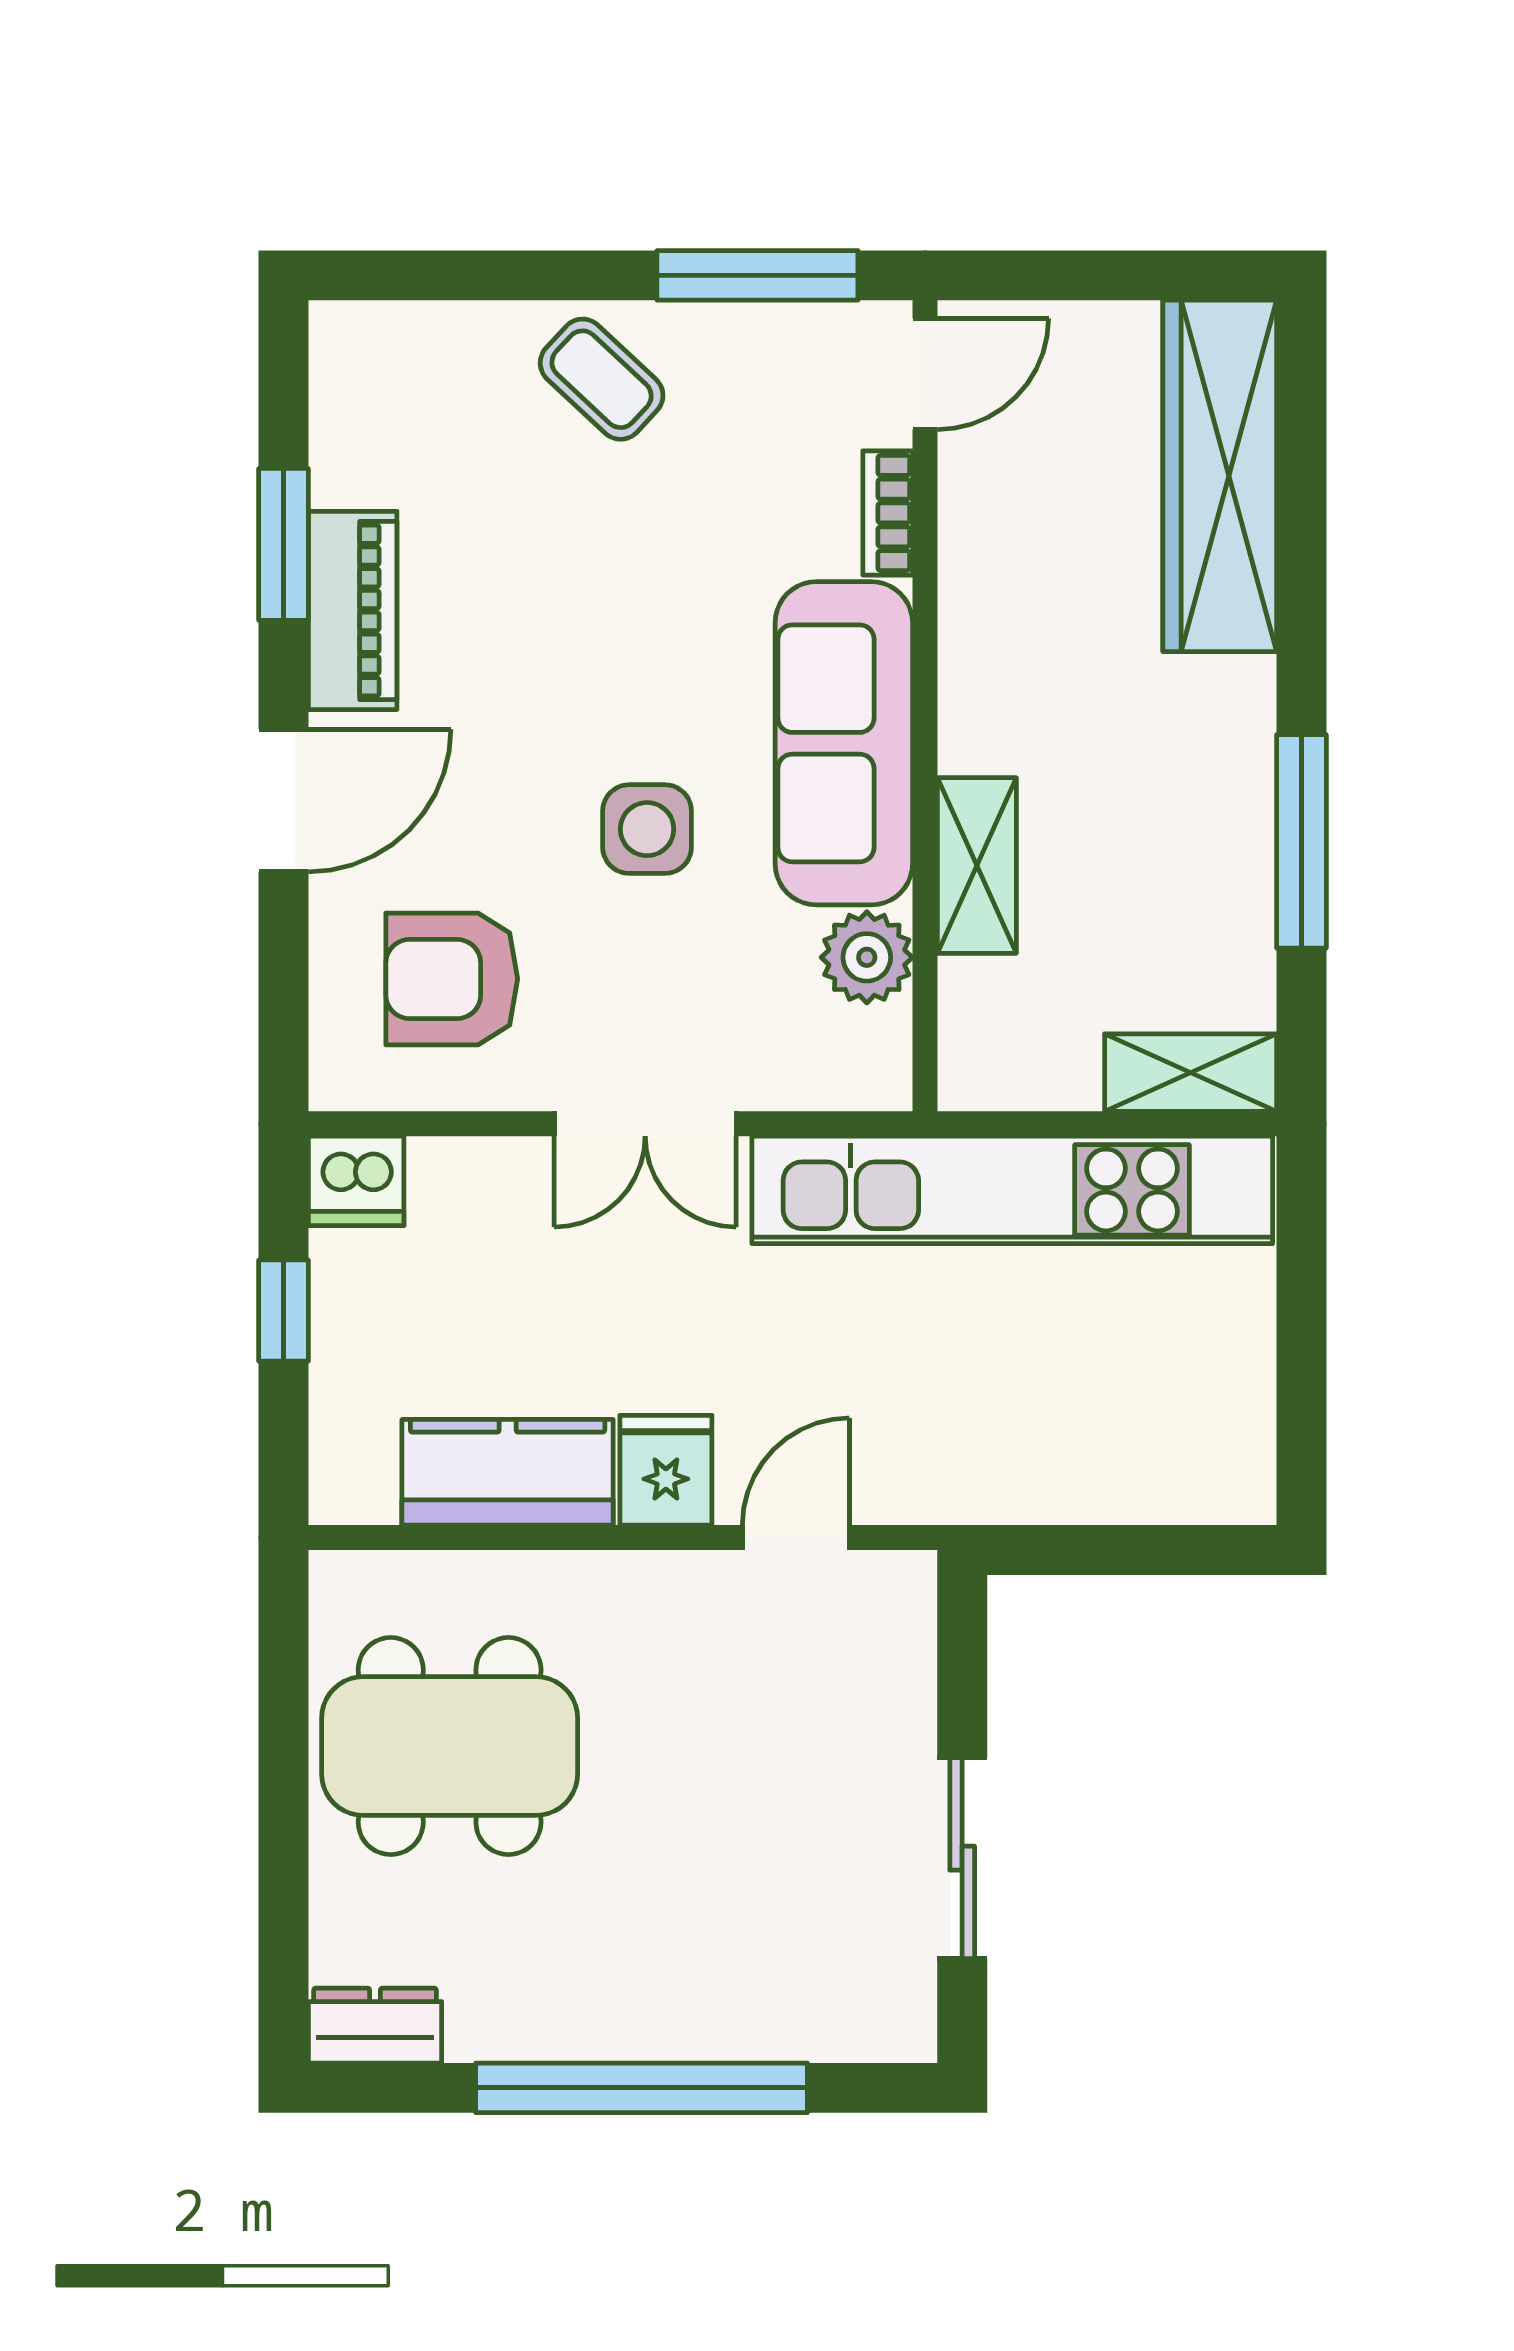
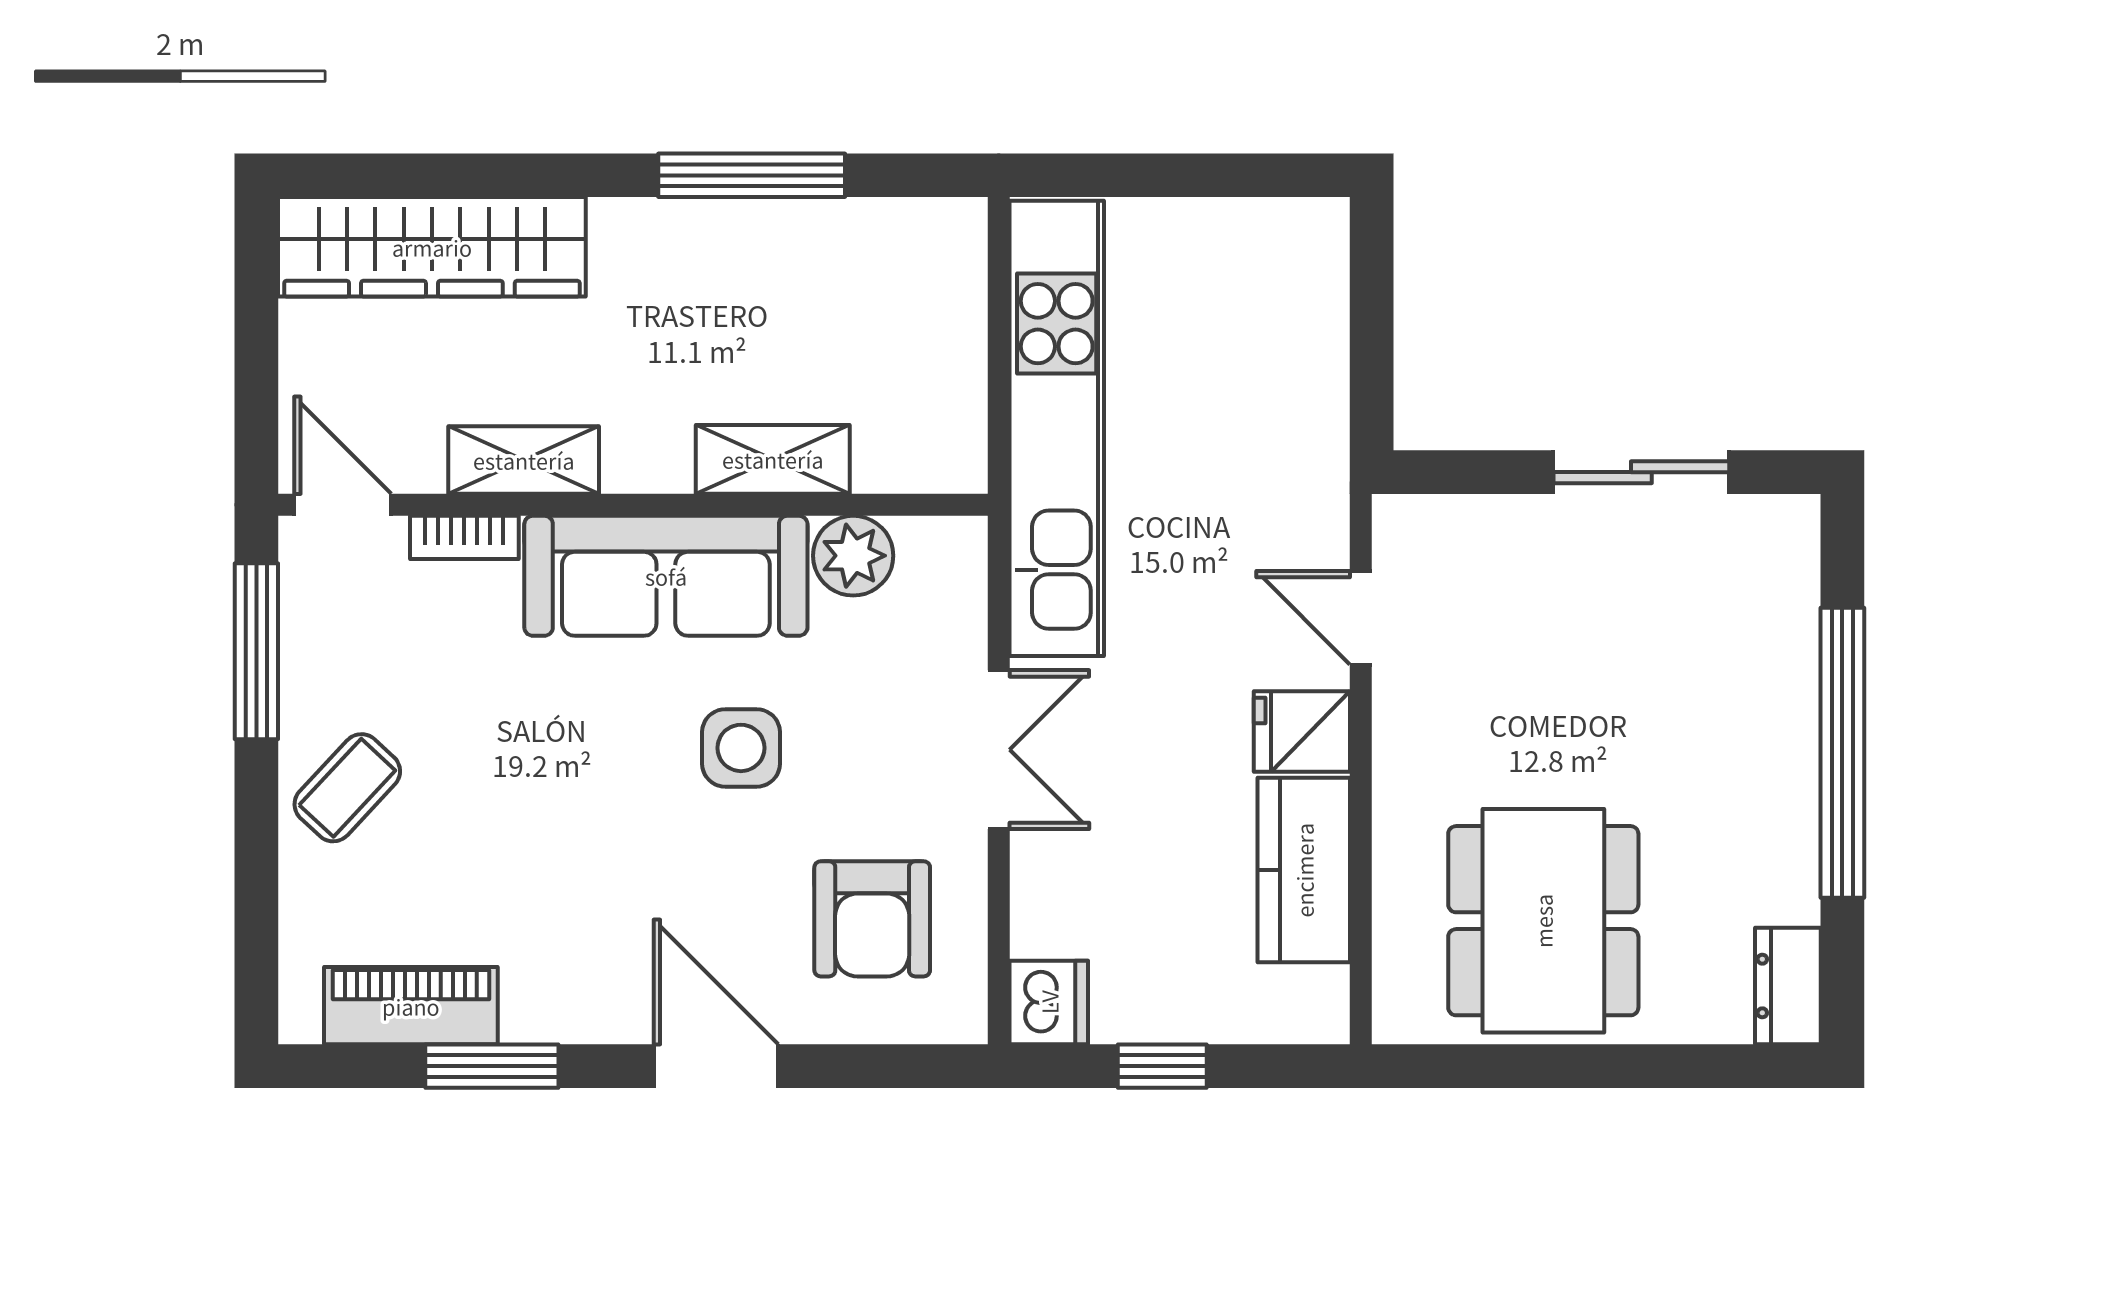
piano: (353, 610) -> (411, 1006), moved
shelving: (1191, 1073) -> (524, 460), moved, turned 90

